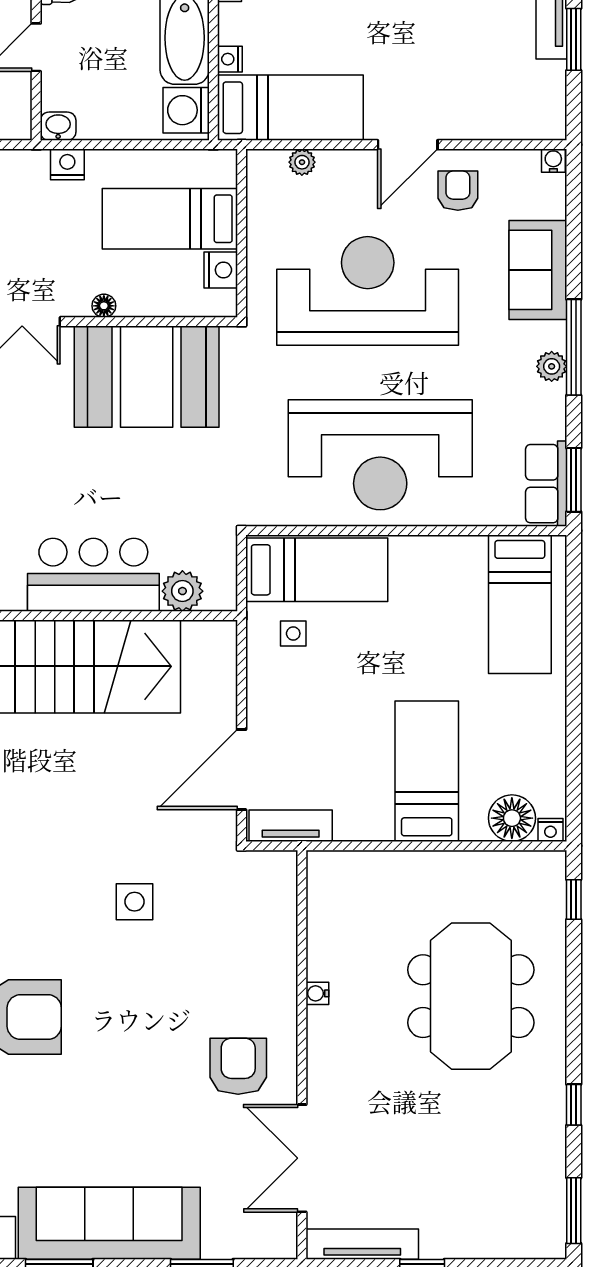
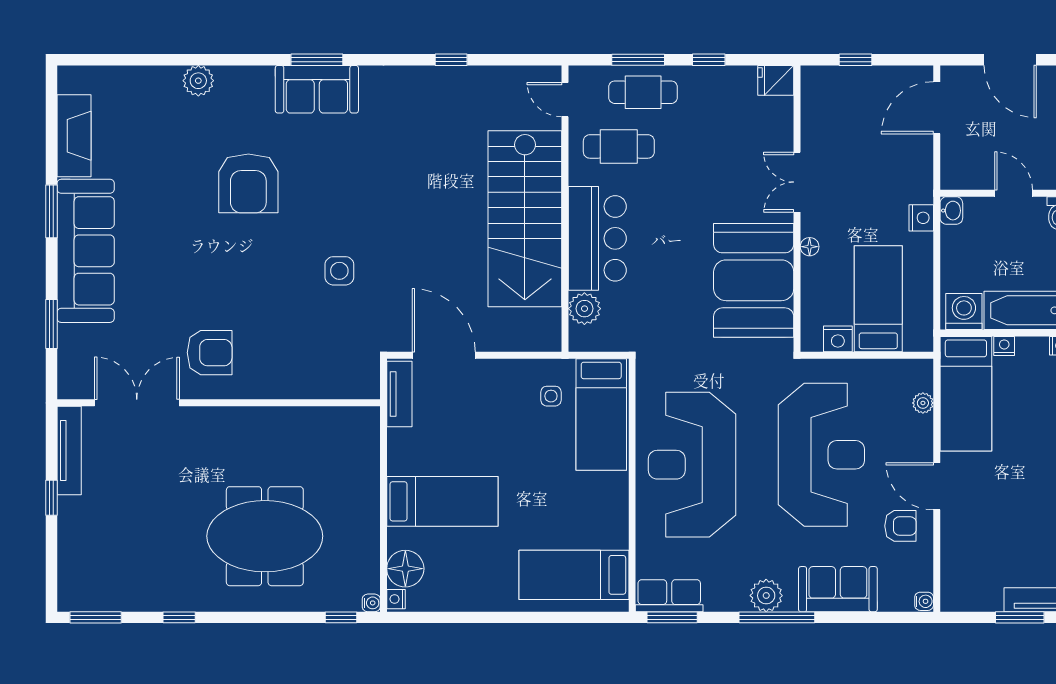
plant: (552, 366) -> (766, 596), width x1.38, depth x1.38
water cooler: (317, 993) -> (371, 603), moved, turned 90

